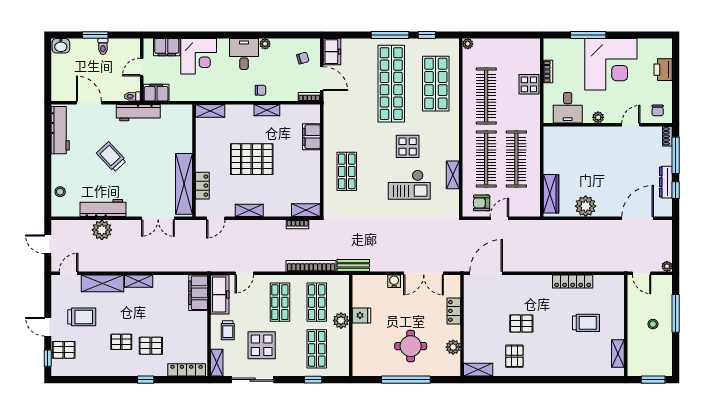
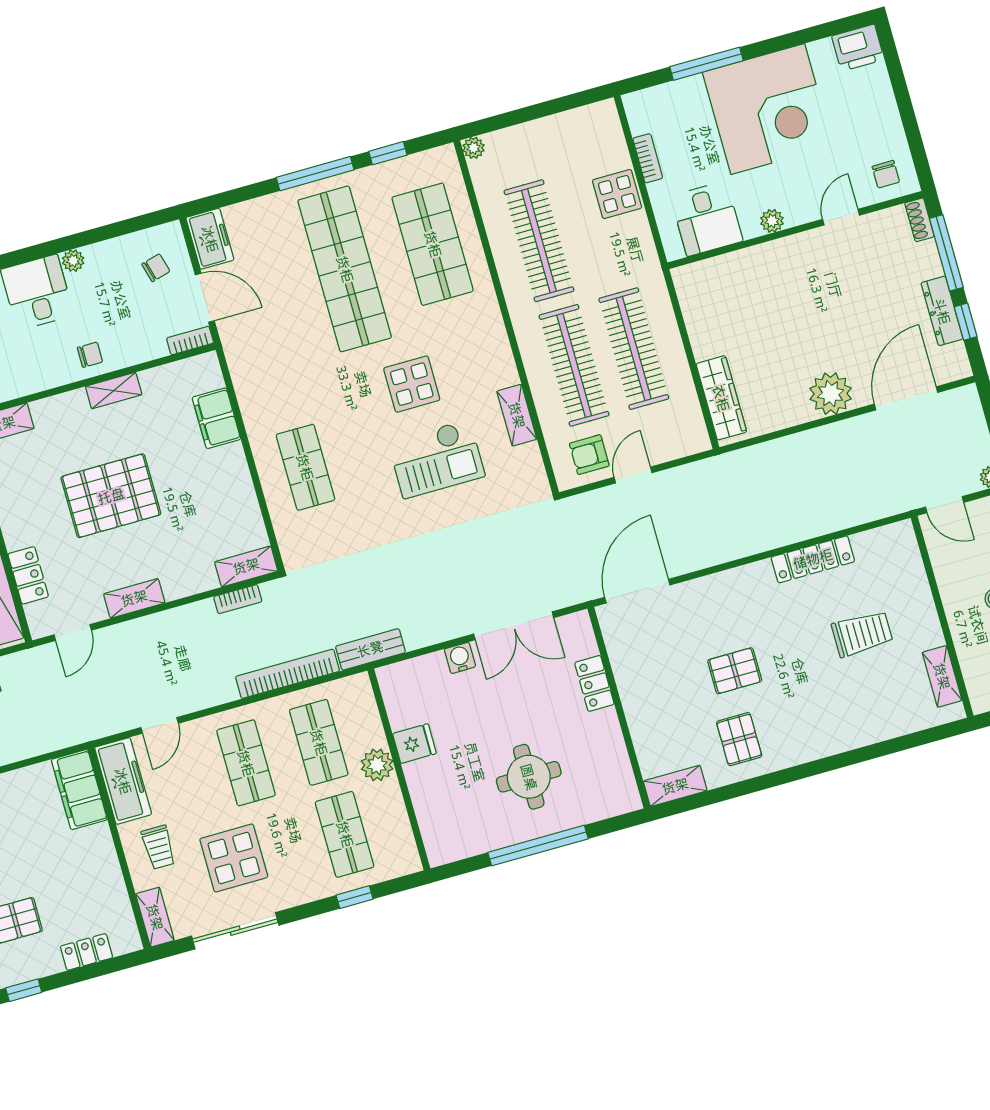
printer: (663, 70) -> (858, 48), moved, turned -90
plant: (586, 206) -> (831, 394), moved
plant: (453, 347) -> (613, 755), removed
locker: (187, 370) -> (86, 952), width x0.66

